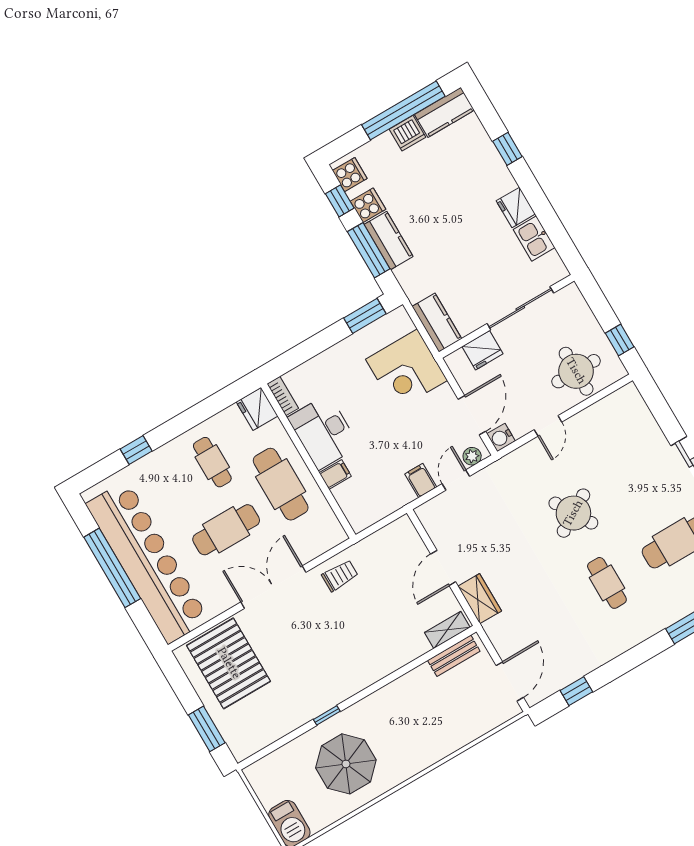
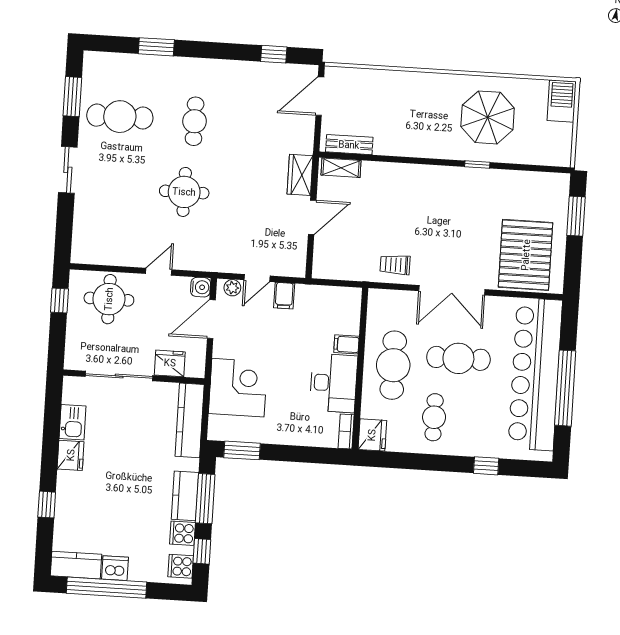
kitchen counter: (437, 323) -> (190, 420), width x1.50
round table: (573, 513) -> (184, 192), turned 31

